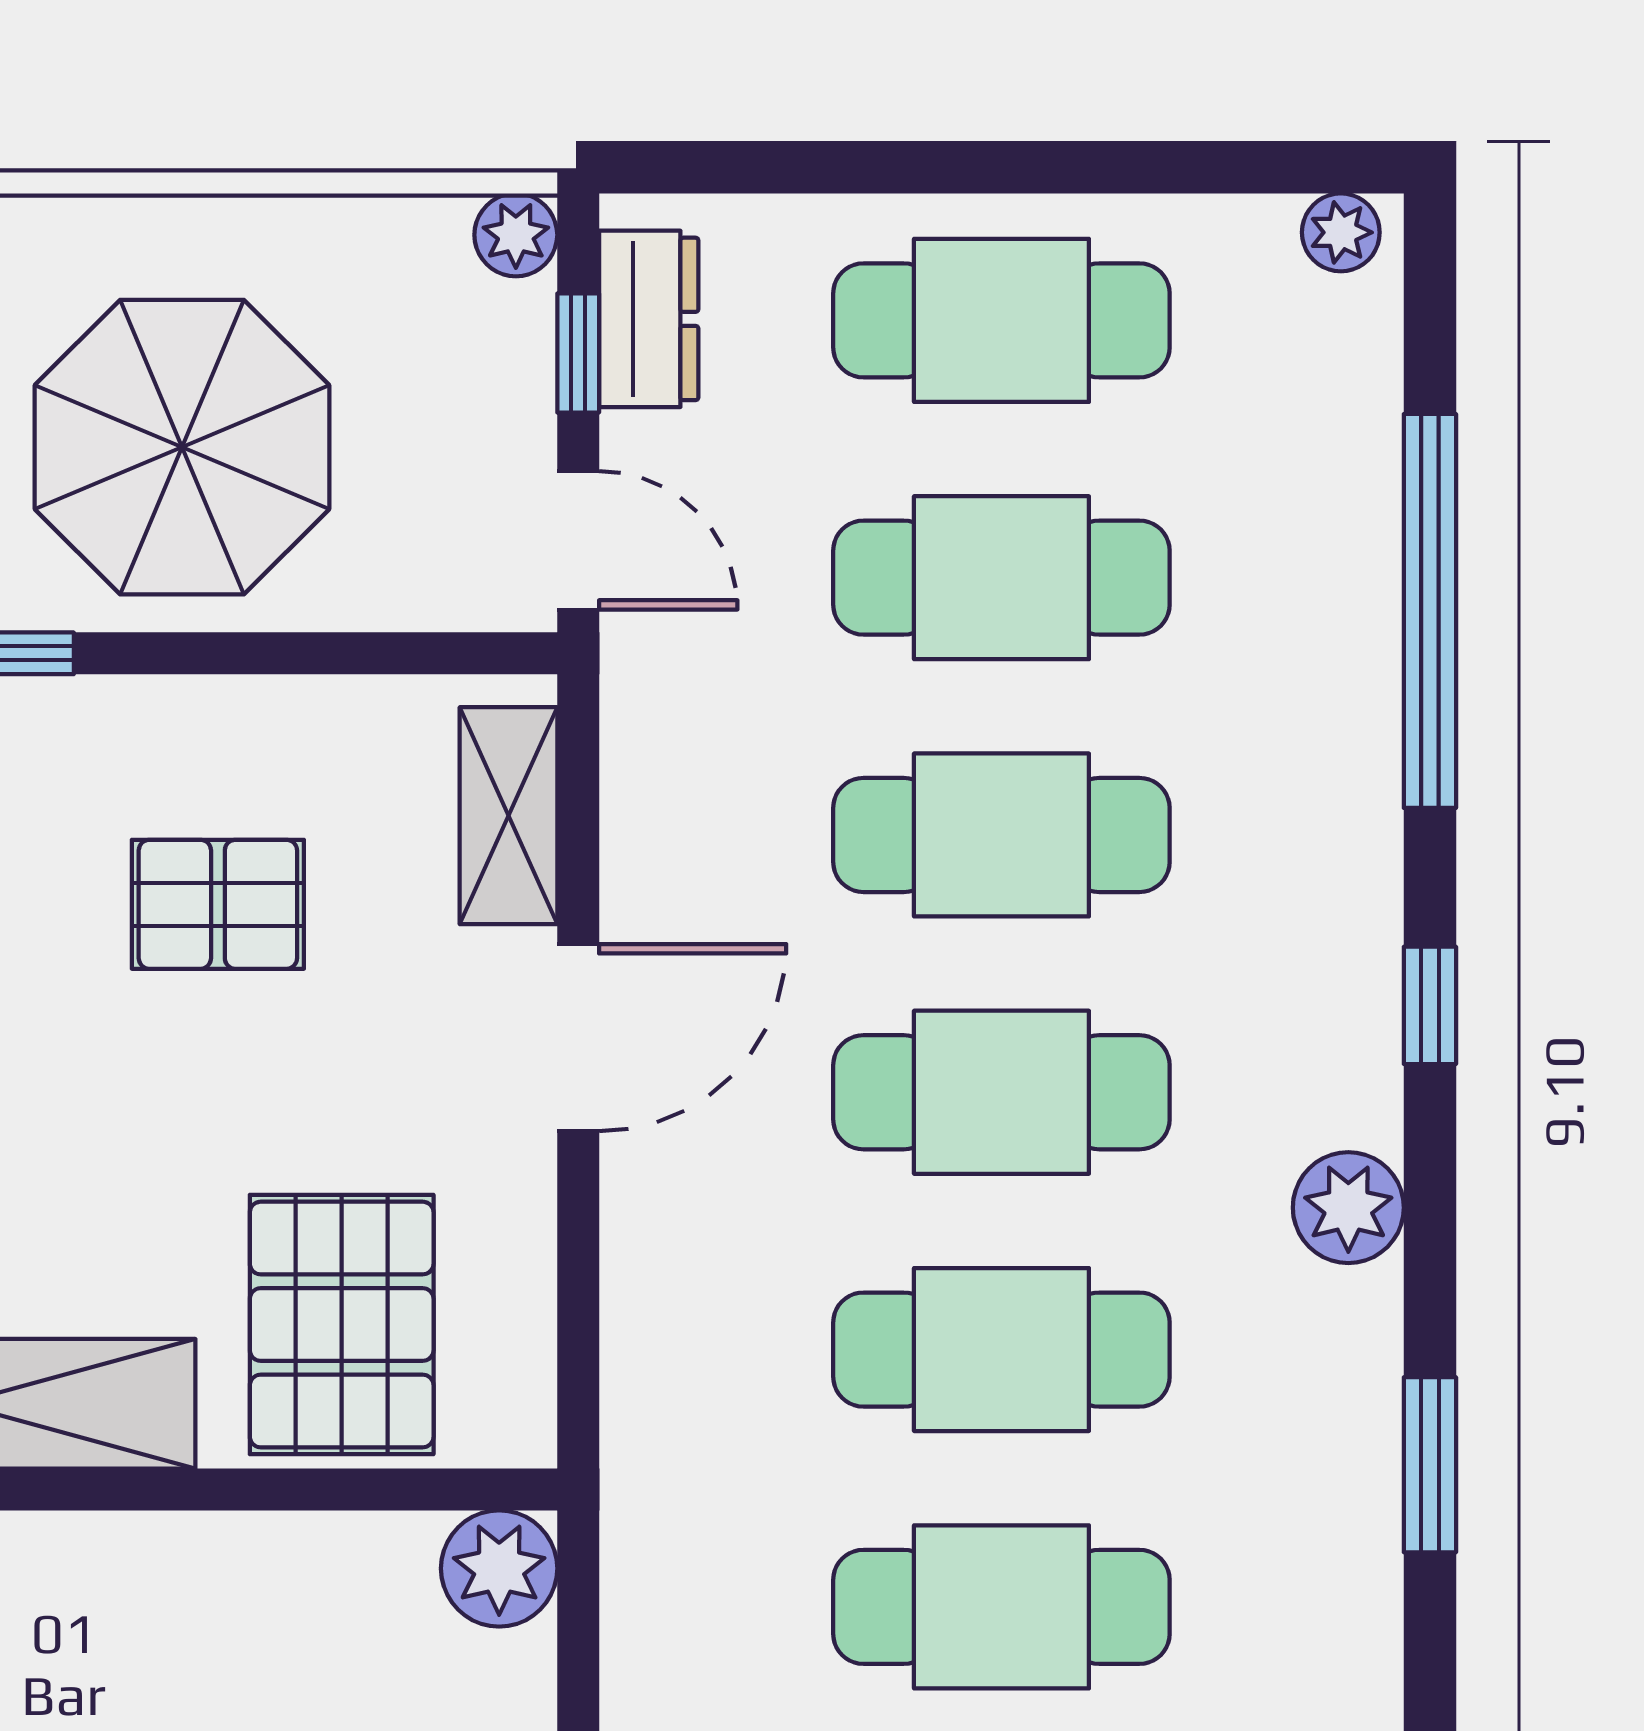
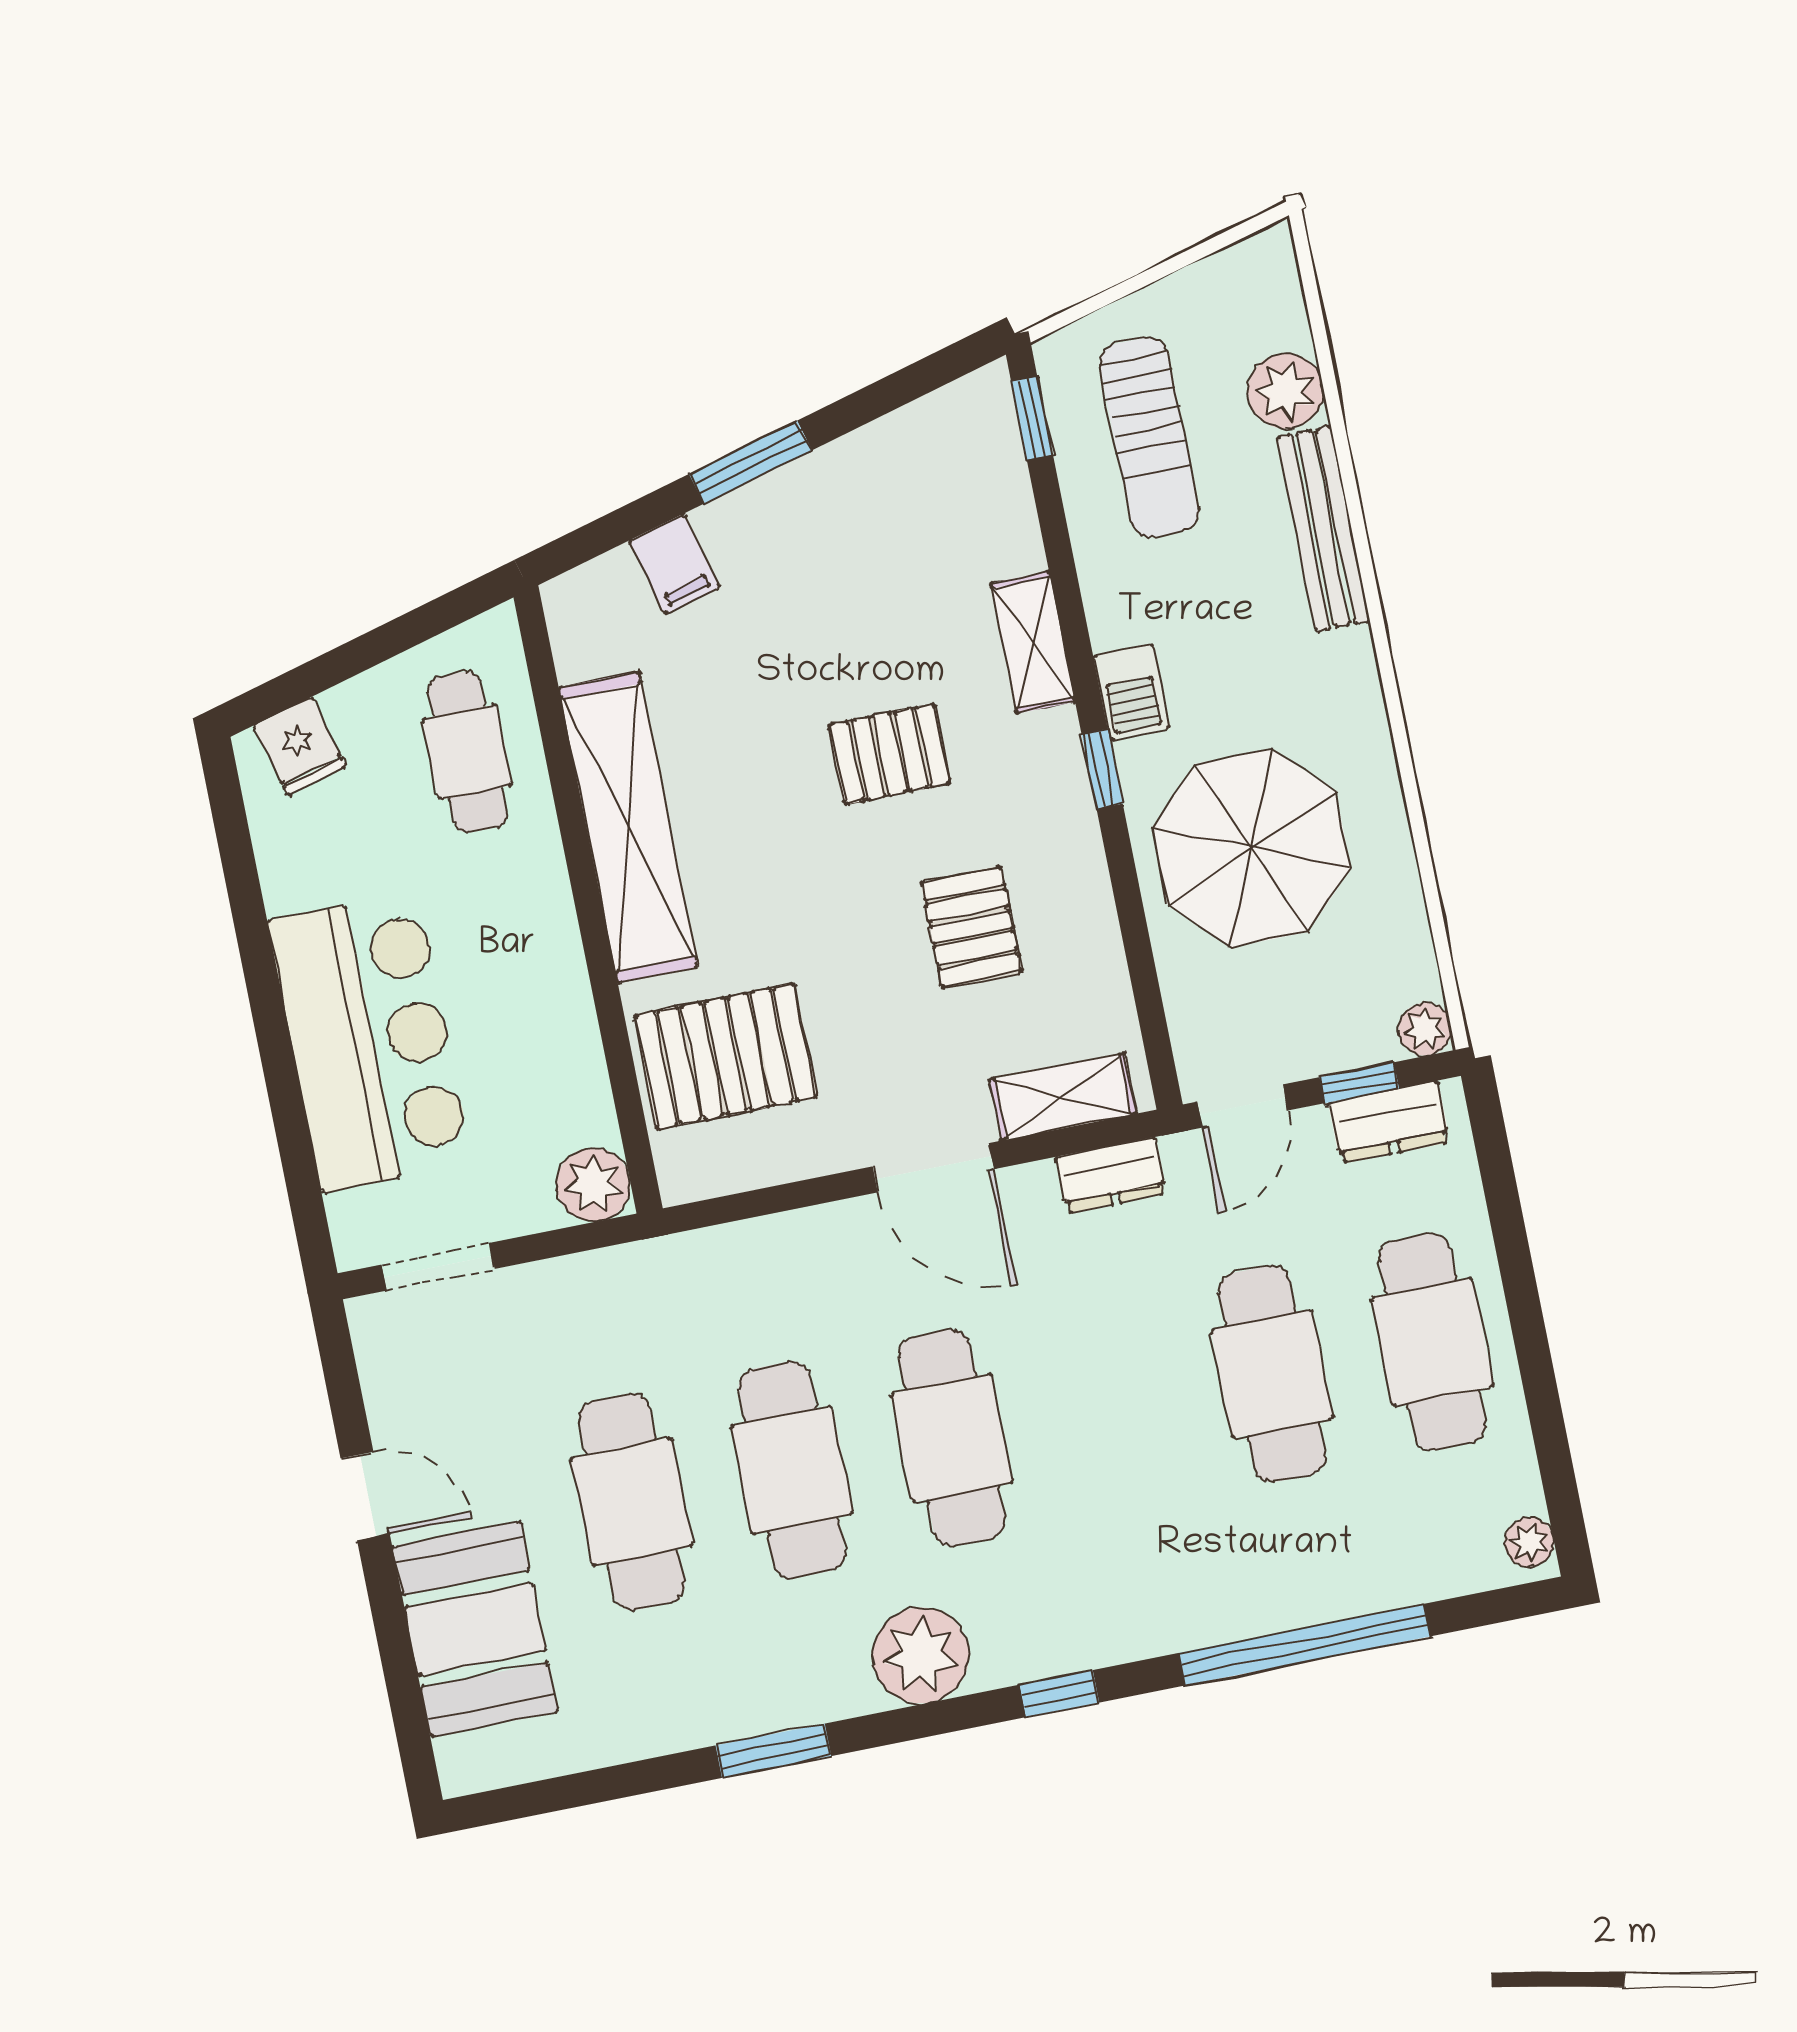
dresser: (645, 765) -> (1111, 1175), added
cafe table: (1001, 835) -> (1112, 1406), removed
plant: (1348, 1208) -> (921, 1655), width x1.36, depth x1.36

